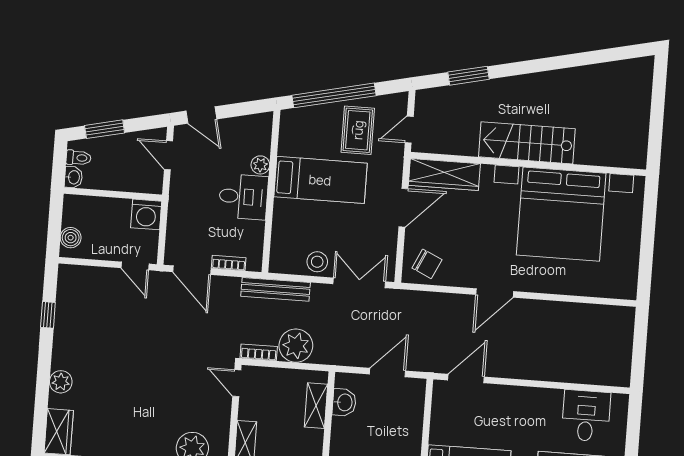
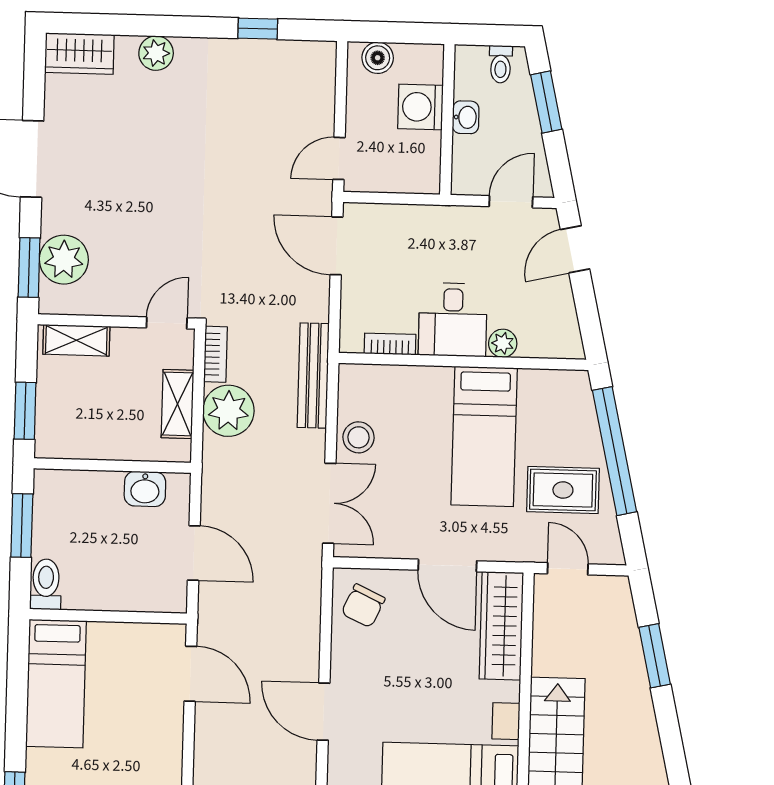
washbasin: (73, 177) -> (466, 117), moved, turned -90
washing machine: (146, 214) -> (420, 107), moved
bookcase: (229, 263) -> (390, 344), moved, turned -90
door: (192, 270) -> (337, 246), hinge flipped
shelving: (316, 406) -> (178, 404), moved, turned 90

